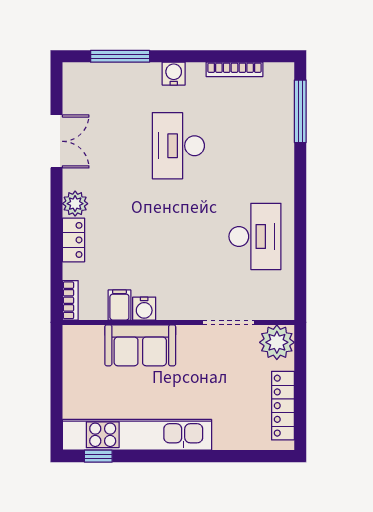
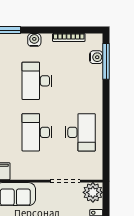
desk: (178, 236) -> (37, 132), added
water cooler: (144, 309) -> (96, 57), moved, turned -90

